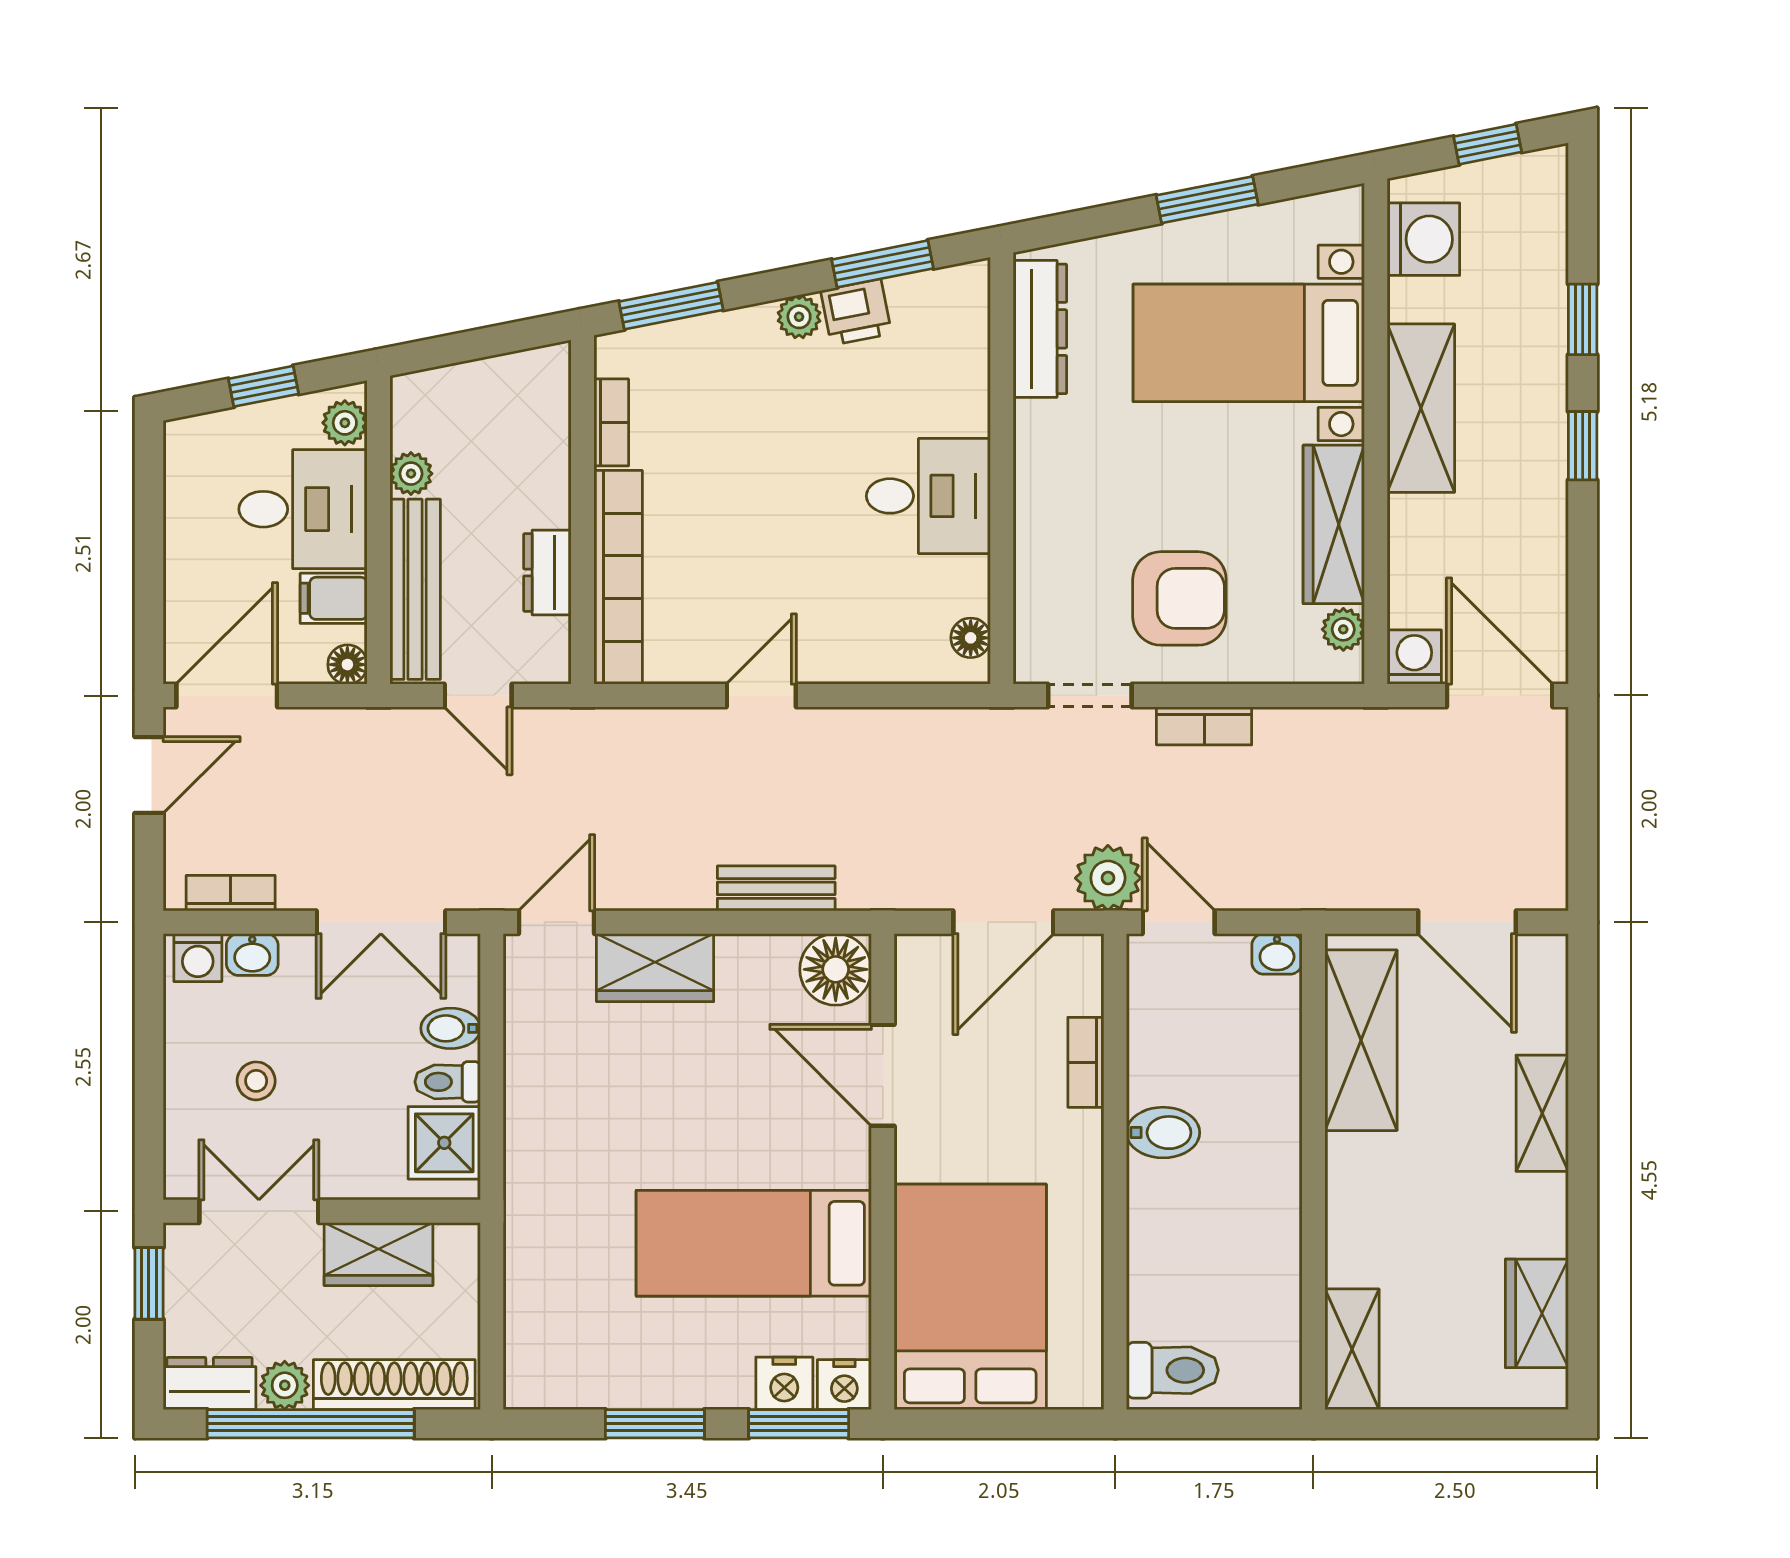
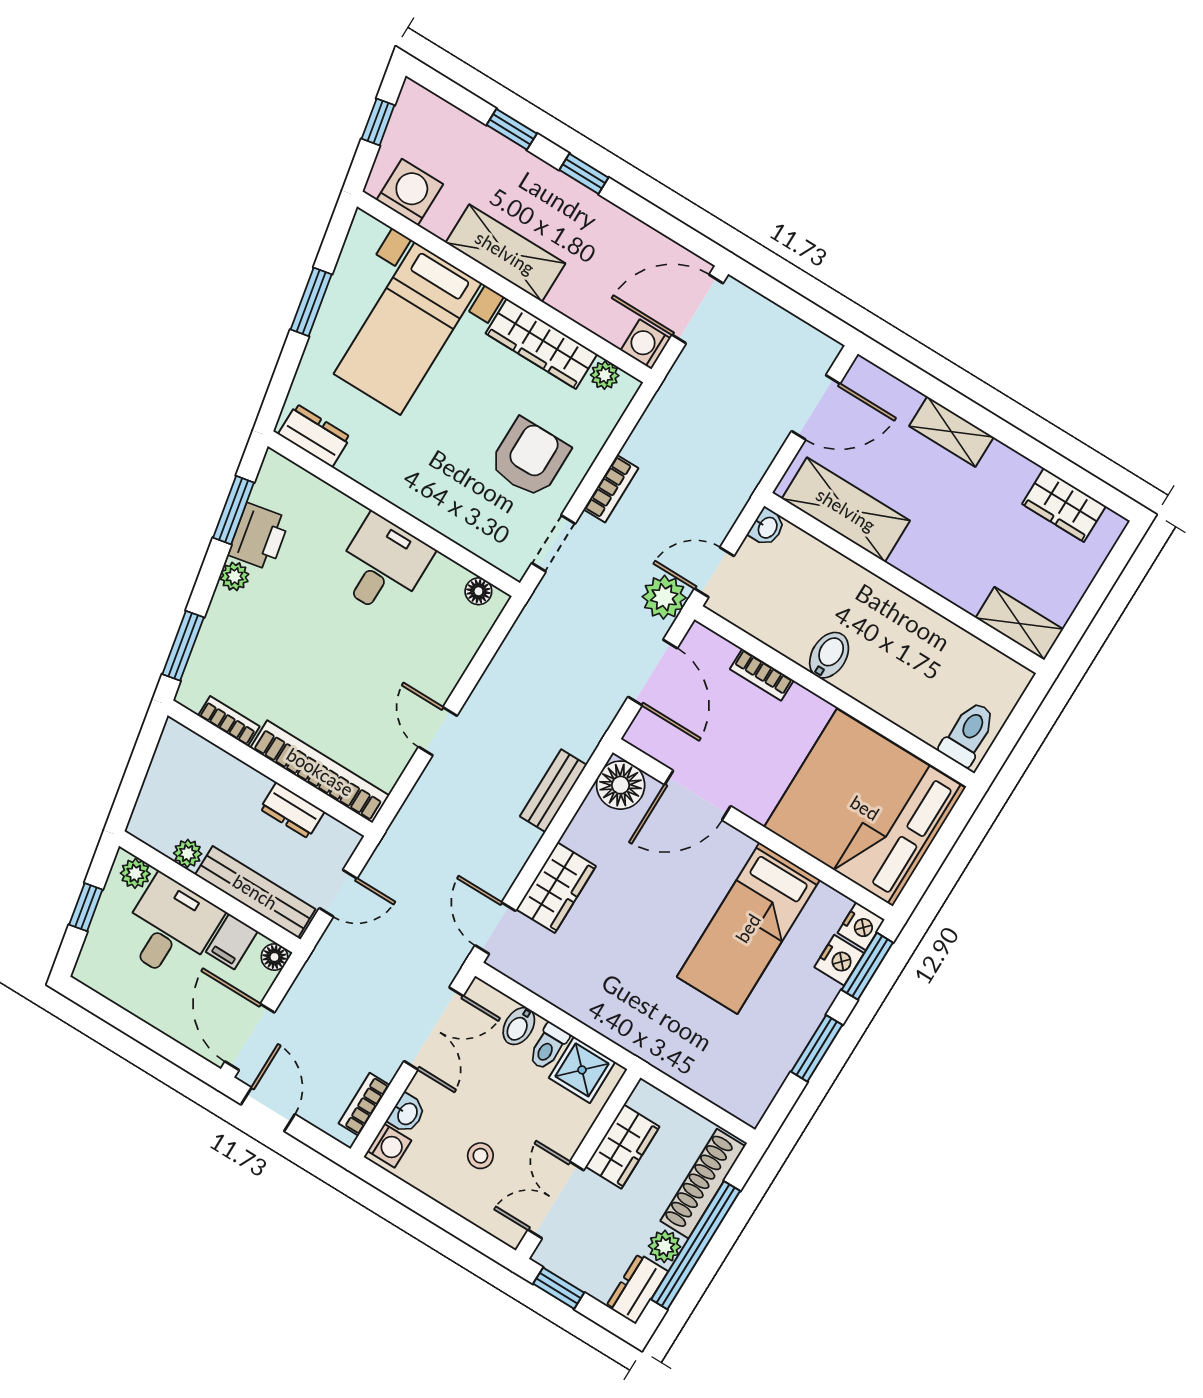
printer: (856, 312) -> (259, 537), width x1.36, depth x1.24
dresser: (1040, 329) -> (314, 436), width x0.70
bed: (970, 1297) -> (865, 808), width x1.36

